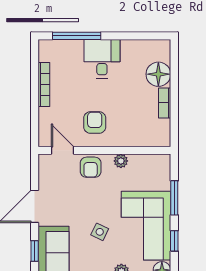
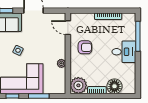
plant: (157, 133) -> (78, 85), added
door: (63, 150) -> (68, 28), swing flipped
armchair: (91, 167) -> (58, 45), removed

